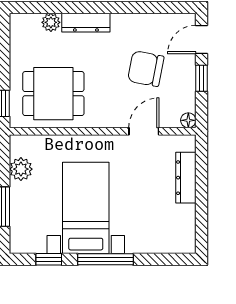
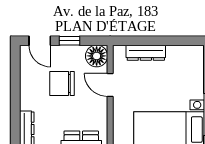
chair: (146, 69) -> (62, 83), turned 79
floor lamp: (188, 120) -> (97, 56), width x1.89, depth x1.89

